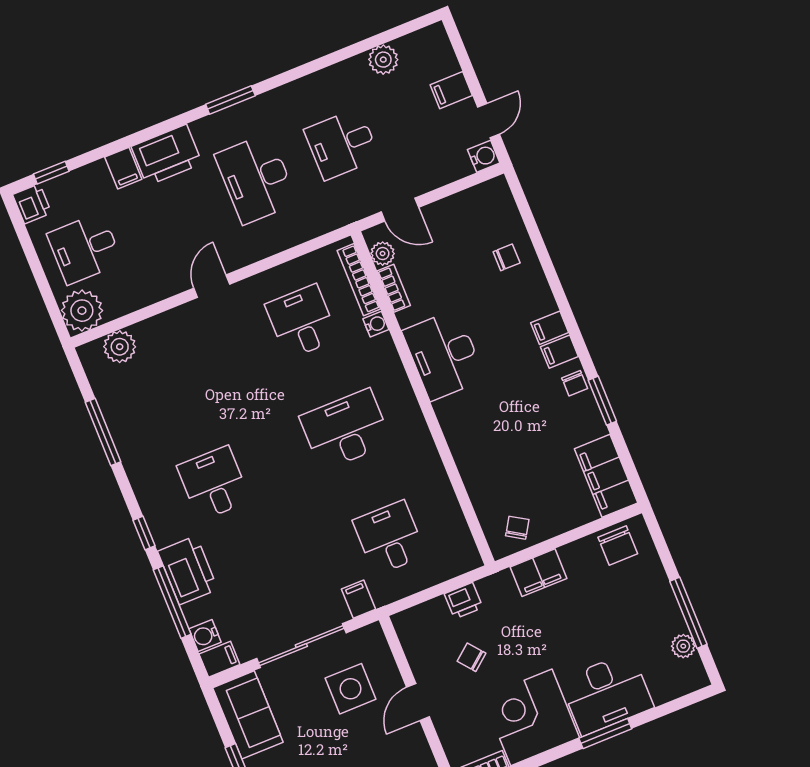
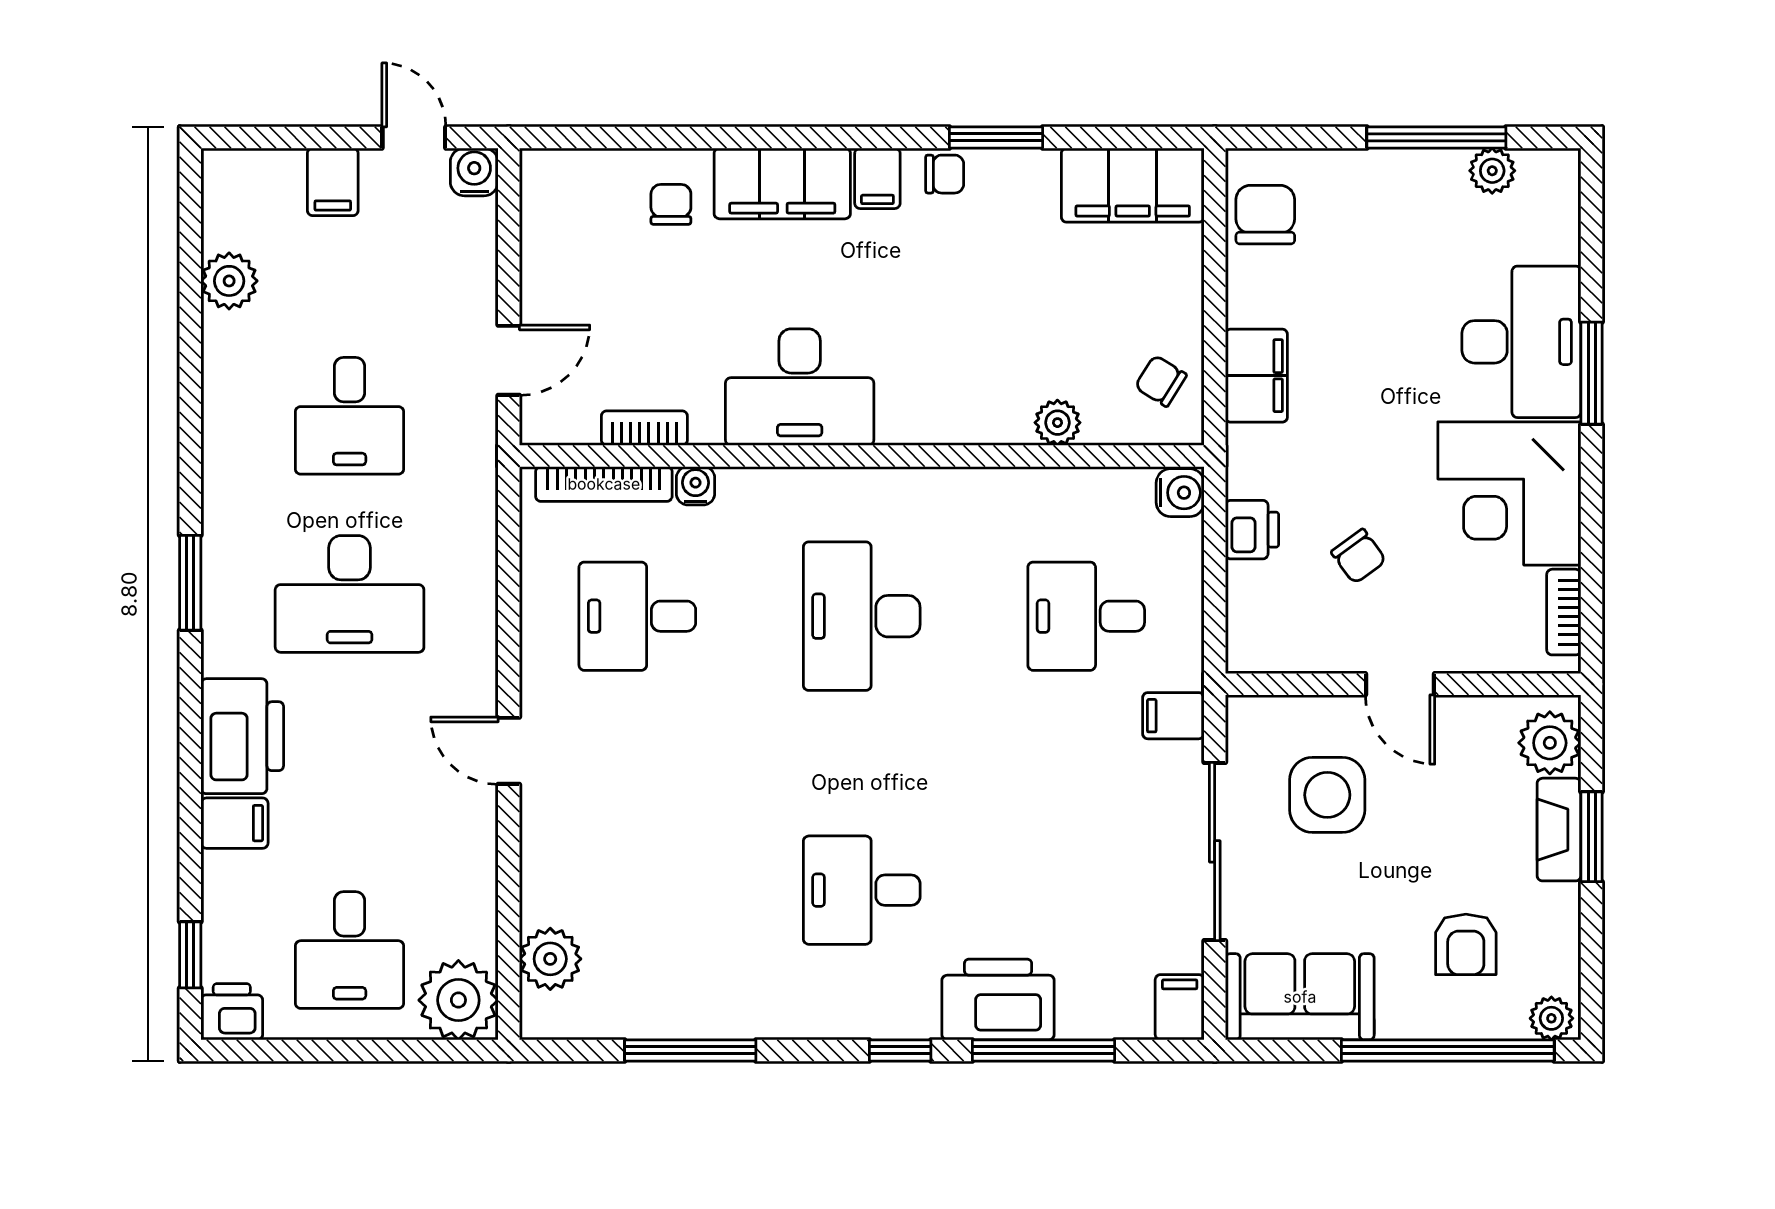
plant: (383, 254) -> (1057, 423), moved
filing cabinet: (550, 328) -> (782, 183), width x3.00, depth x1.17
chair: (618, 545) -> (1265, 215), turned -90
water cooler: (205, 636) -> (1180, 493), moved, turned -90
chair: (472, 657) -> (1359, 556), turned -87

